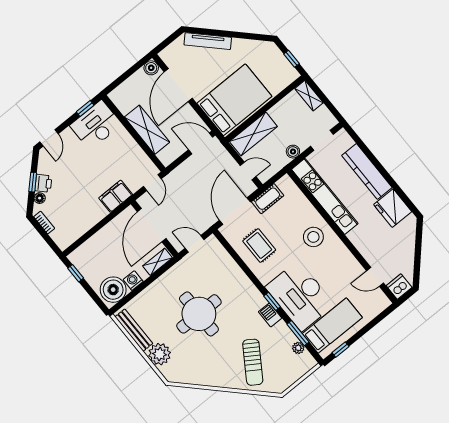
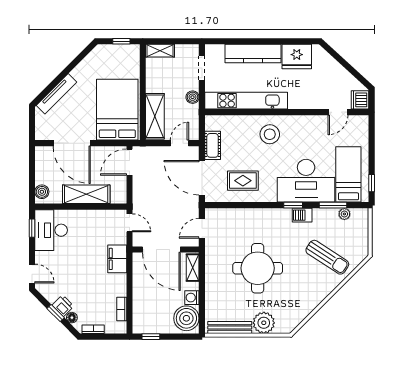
boiler: (151, 68) -> (42, 192), moved
bookcase: (79, 232) -> (122, 309), added

